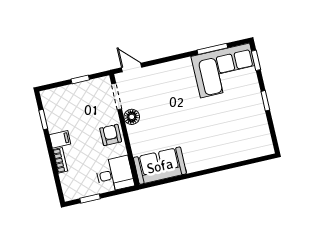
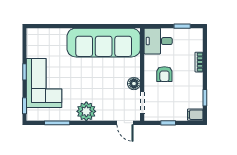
corner sofa: (225, 70) -> (44, 83), moved, turned 90
plant: (181, 71) -> (86, 111), added
armchair: (111, 135) -> (164, 74), moved
filing cabinet: (60, 139) -> (195, 115), moved
sofa: (160, 166) -> (104, 43), width x1.85, depth x1.27

